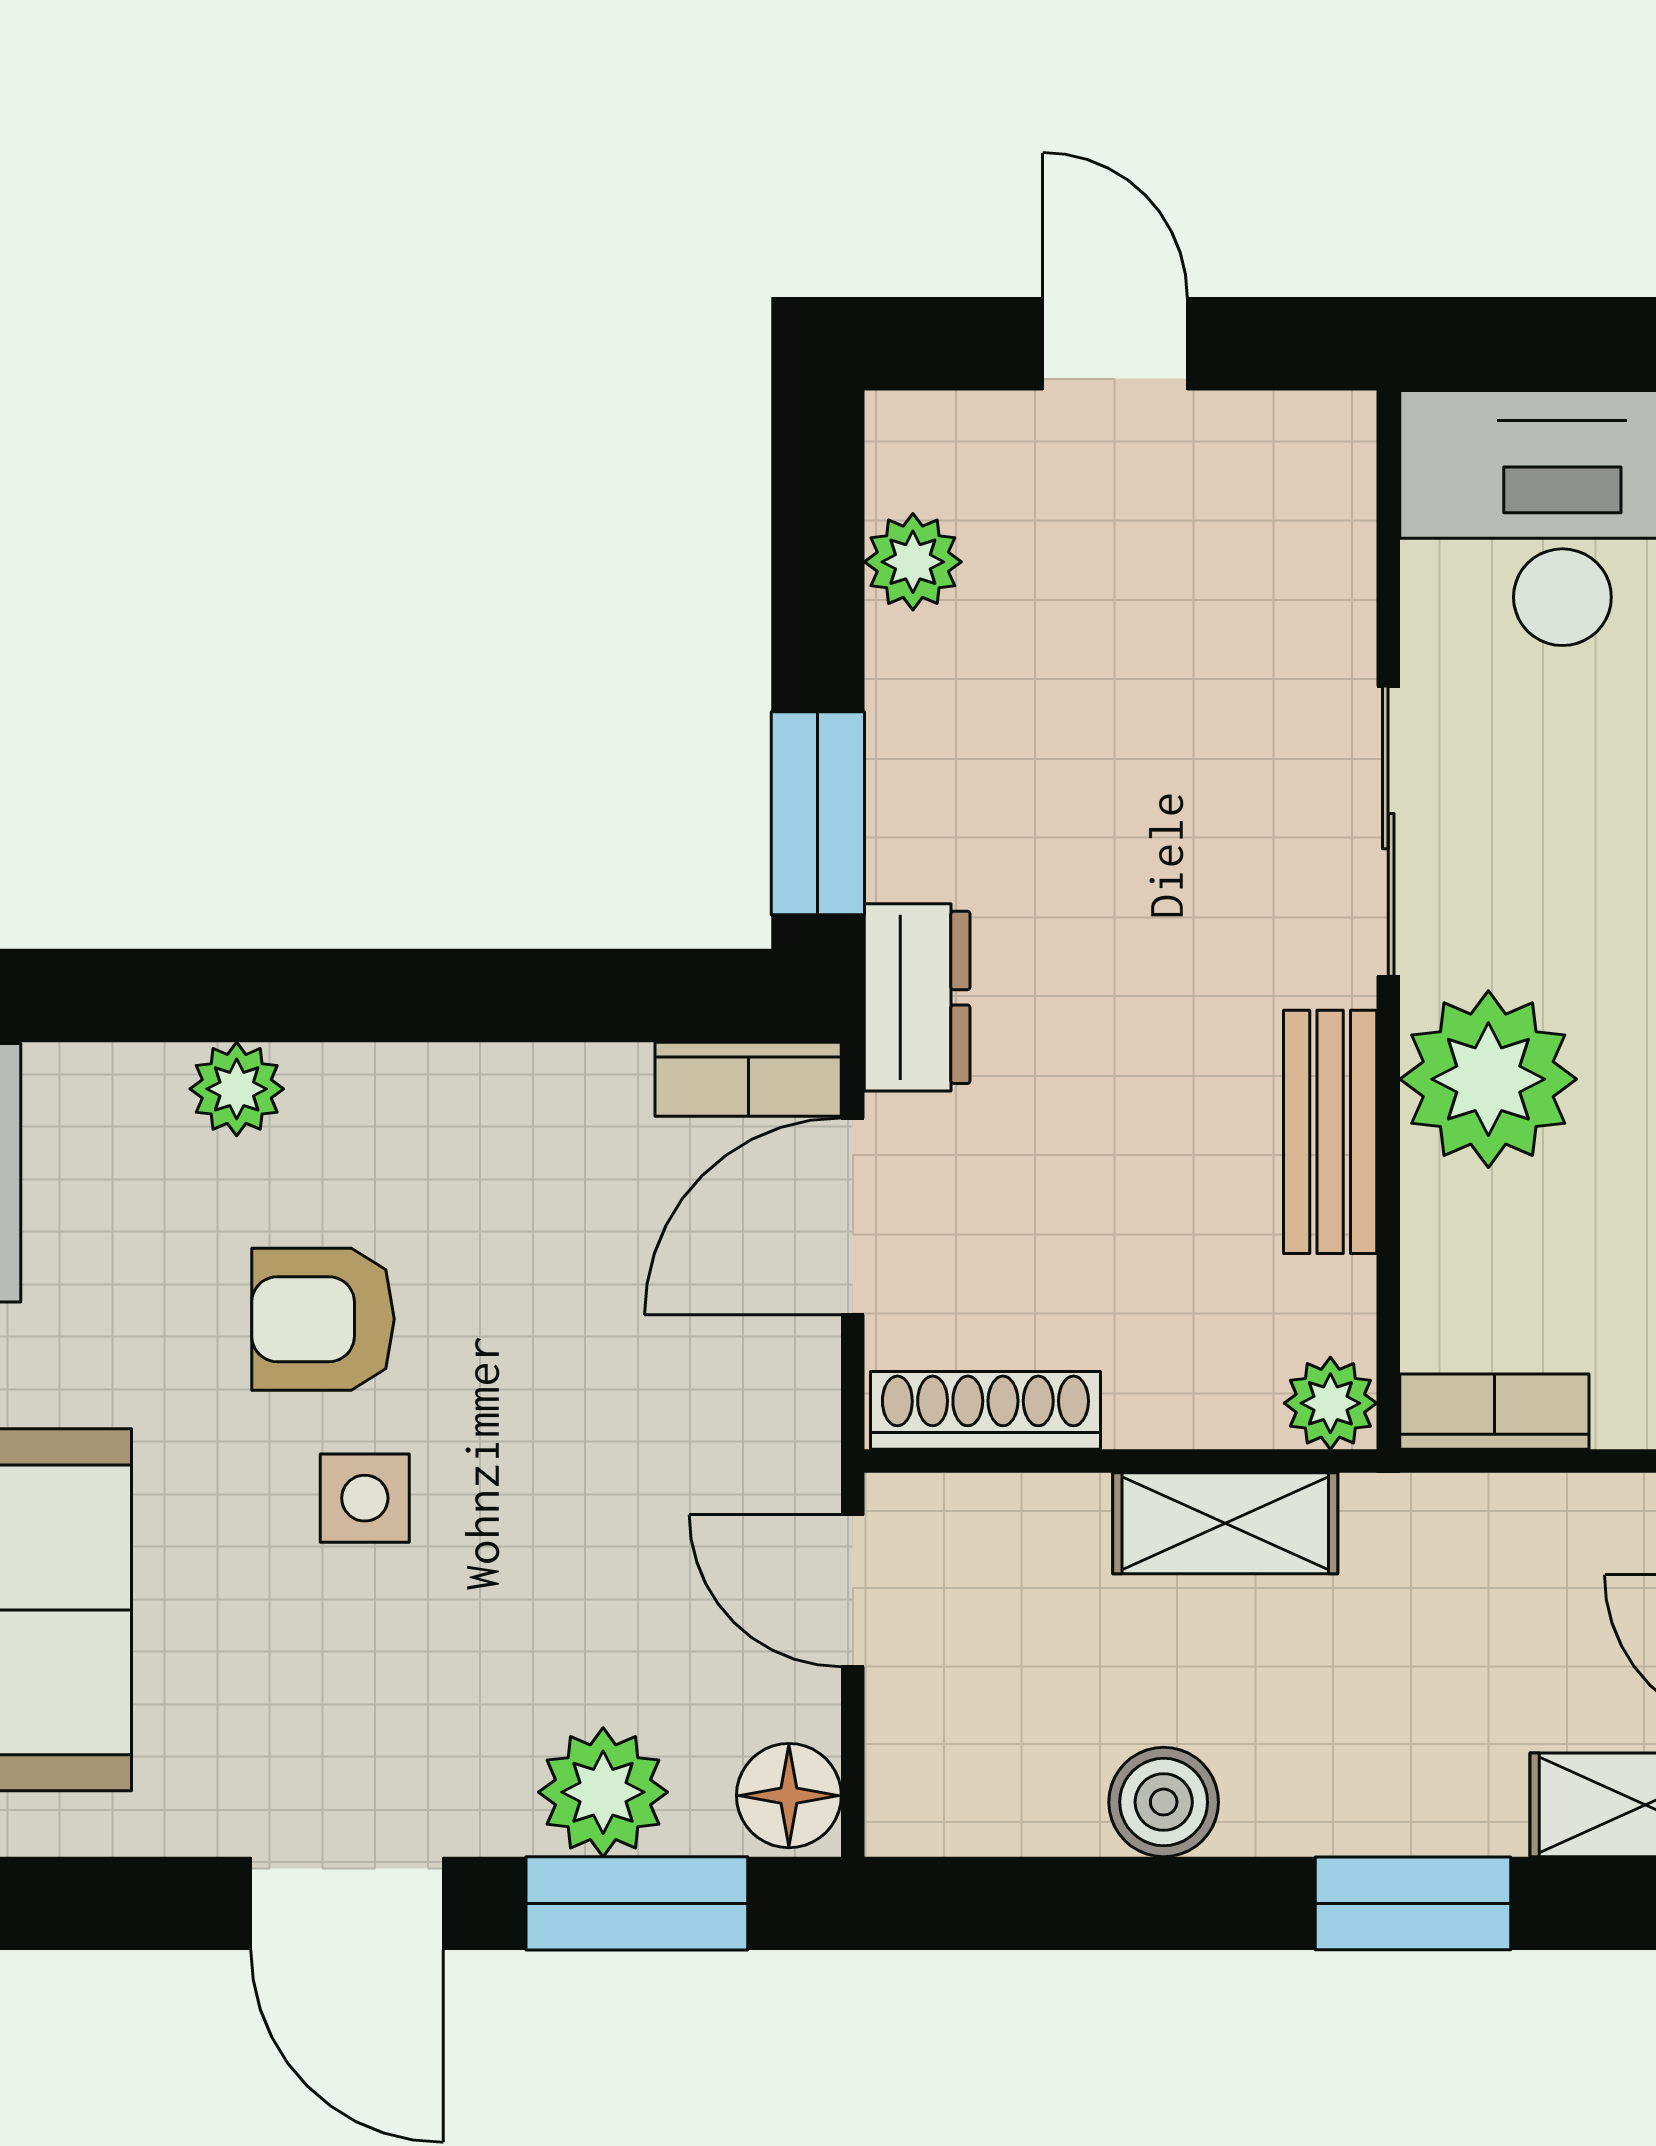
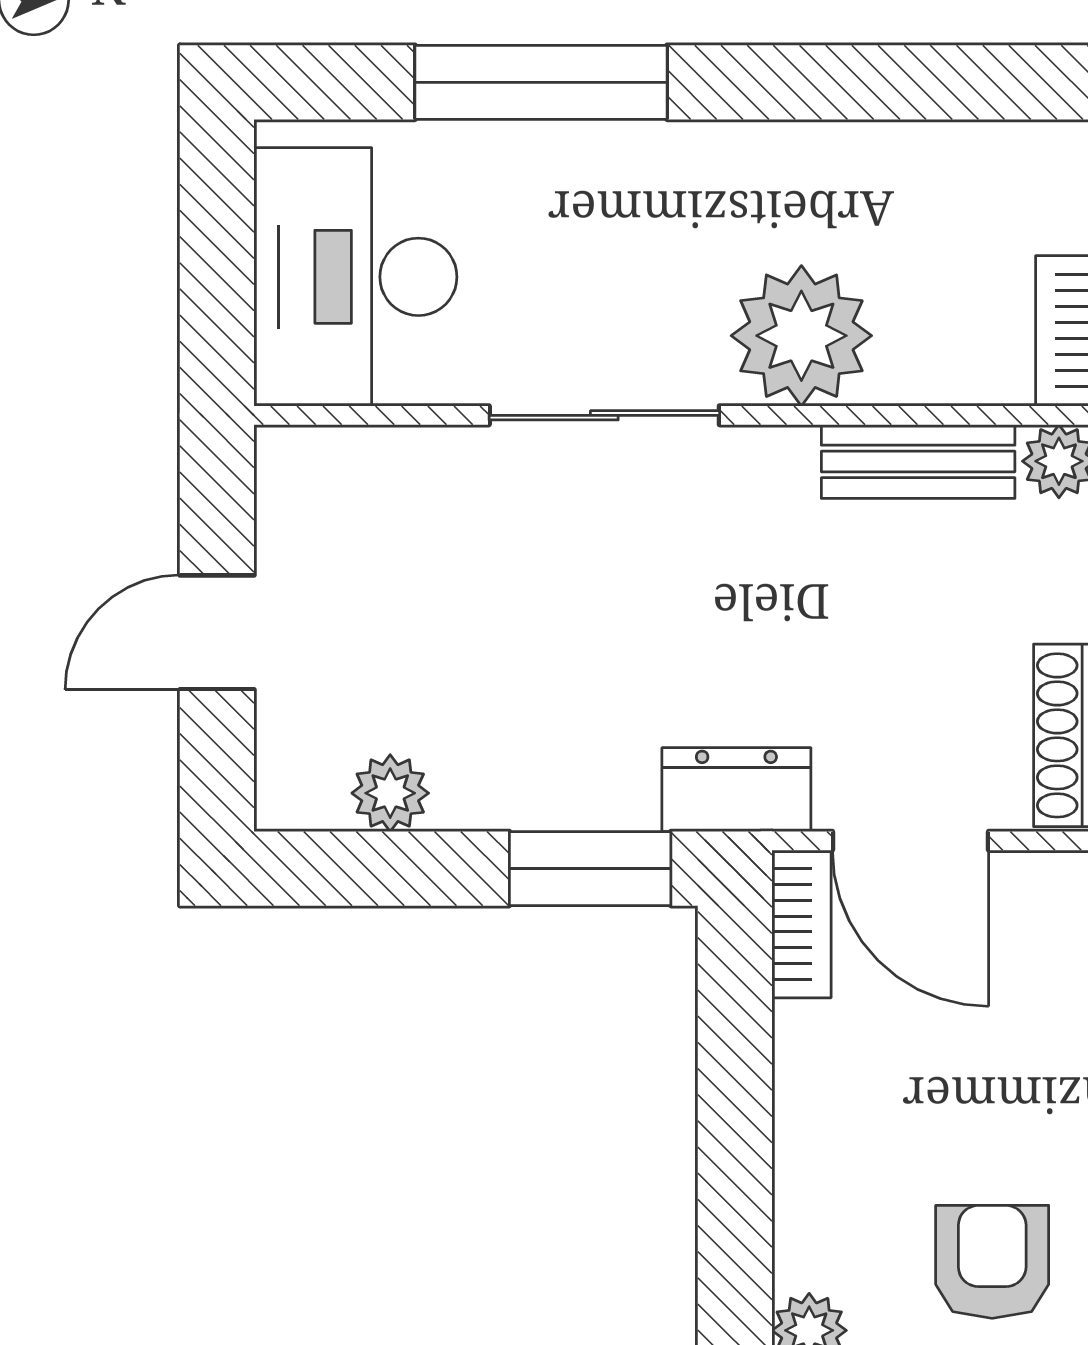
bench: (1330, 1132) -> (918, 461), moved
armchair: (323, 1319) -> (992, 1262), turned 180

